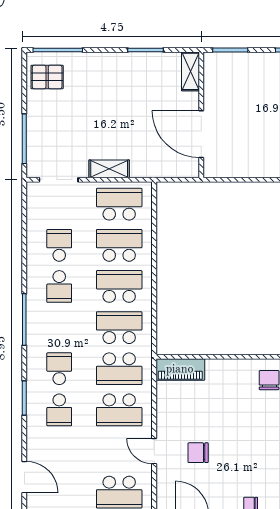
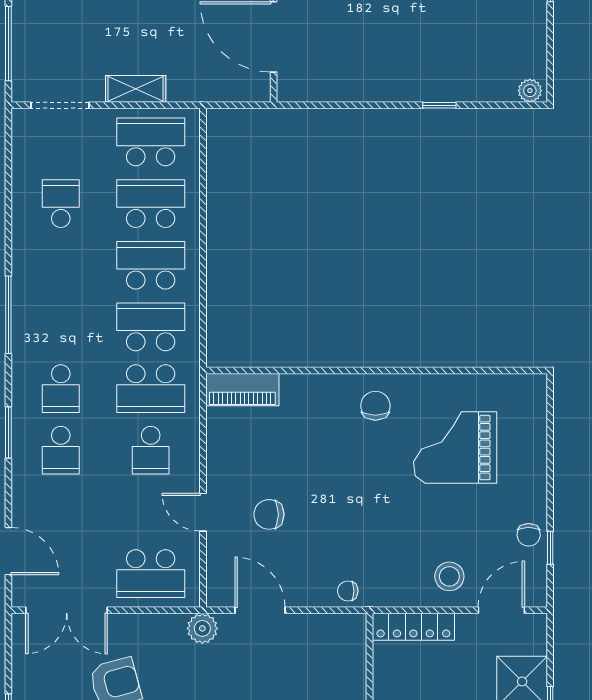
school desk: (59, 286) -> (61, 265), removed
school desk: (59, 369) -> (61, 389), turned 180
school desk: (119, 410) -> (151, 450), width x0.54

